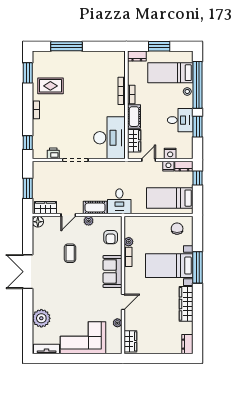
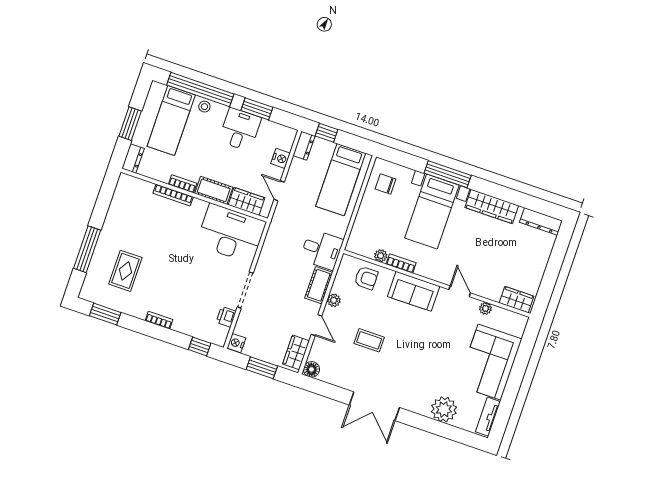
rug: (50, 86) -> (125, 271), moved
nightstand: (168, 166) -> (236, 343), moved
dresser: (187, 344) -> (541, 221), width x1.44

